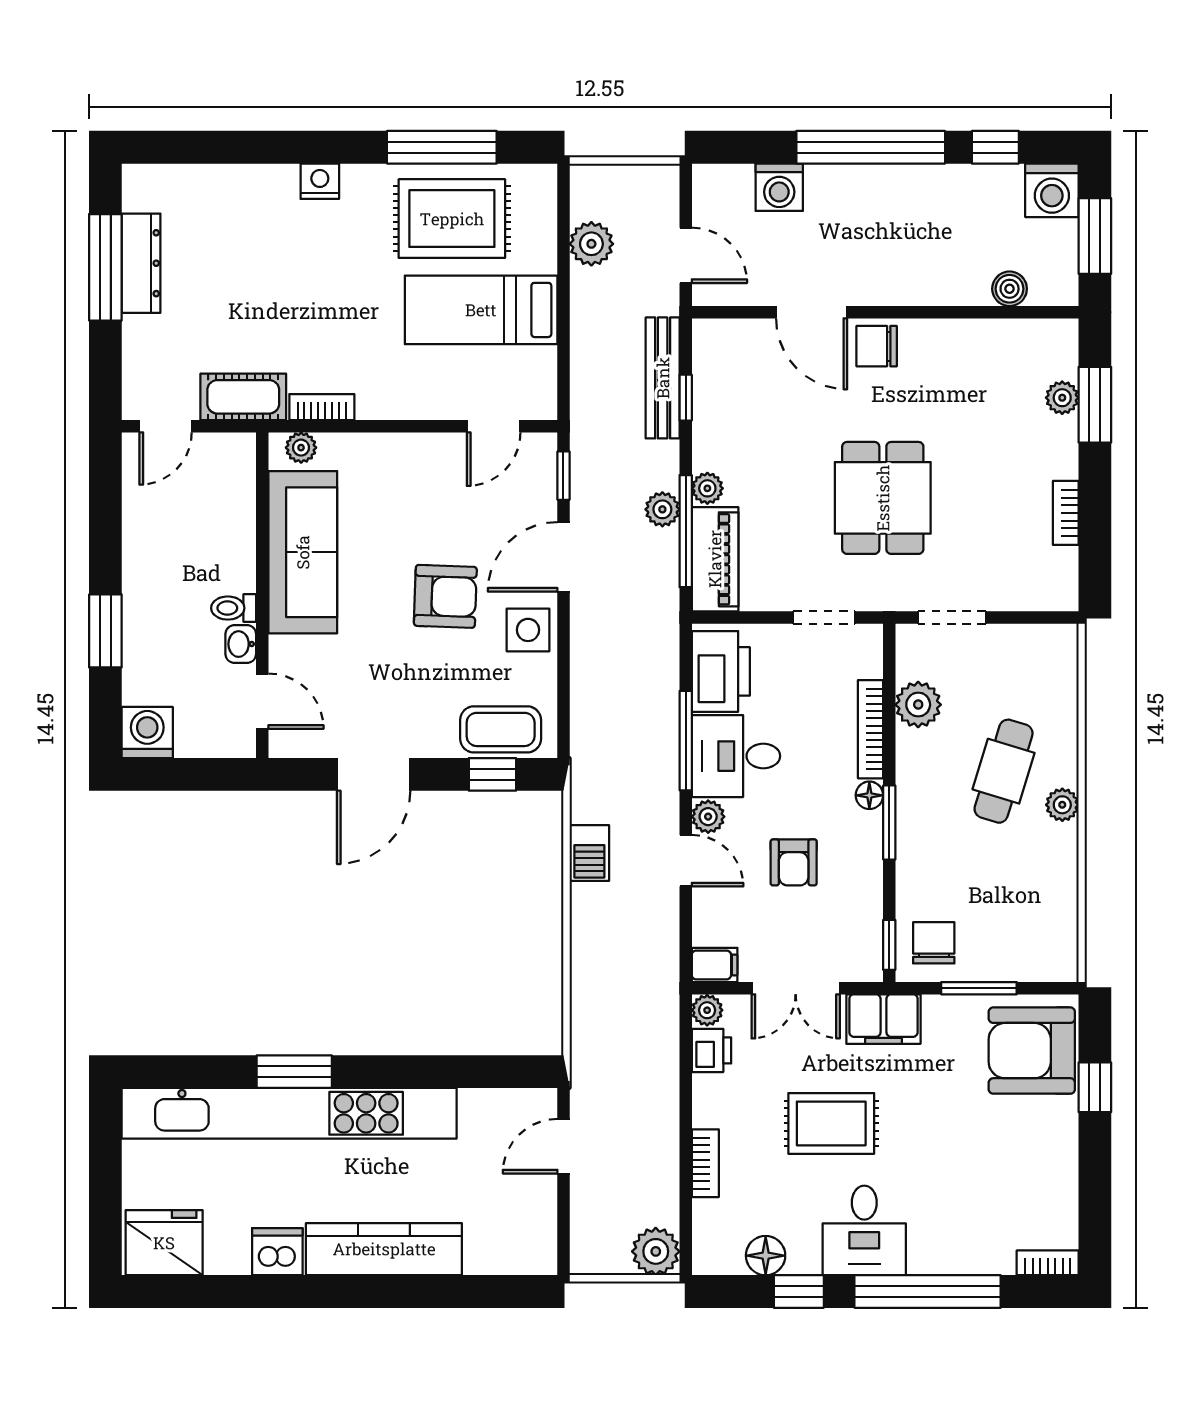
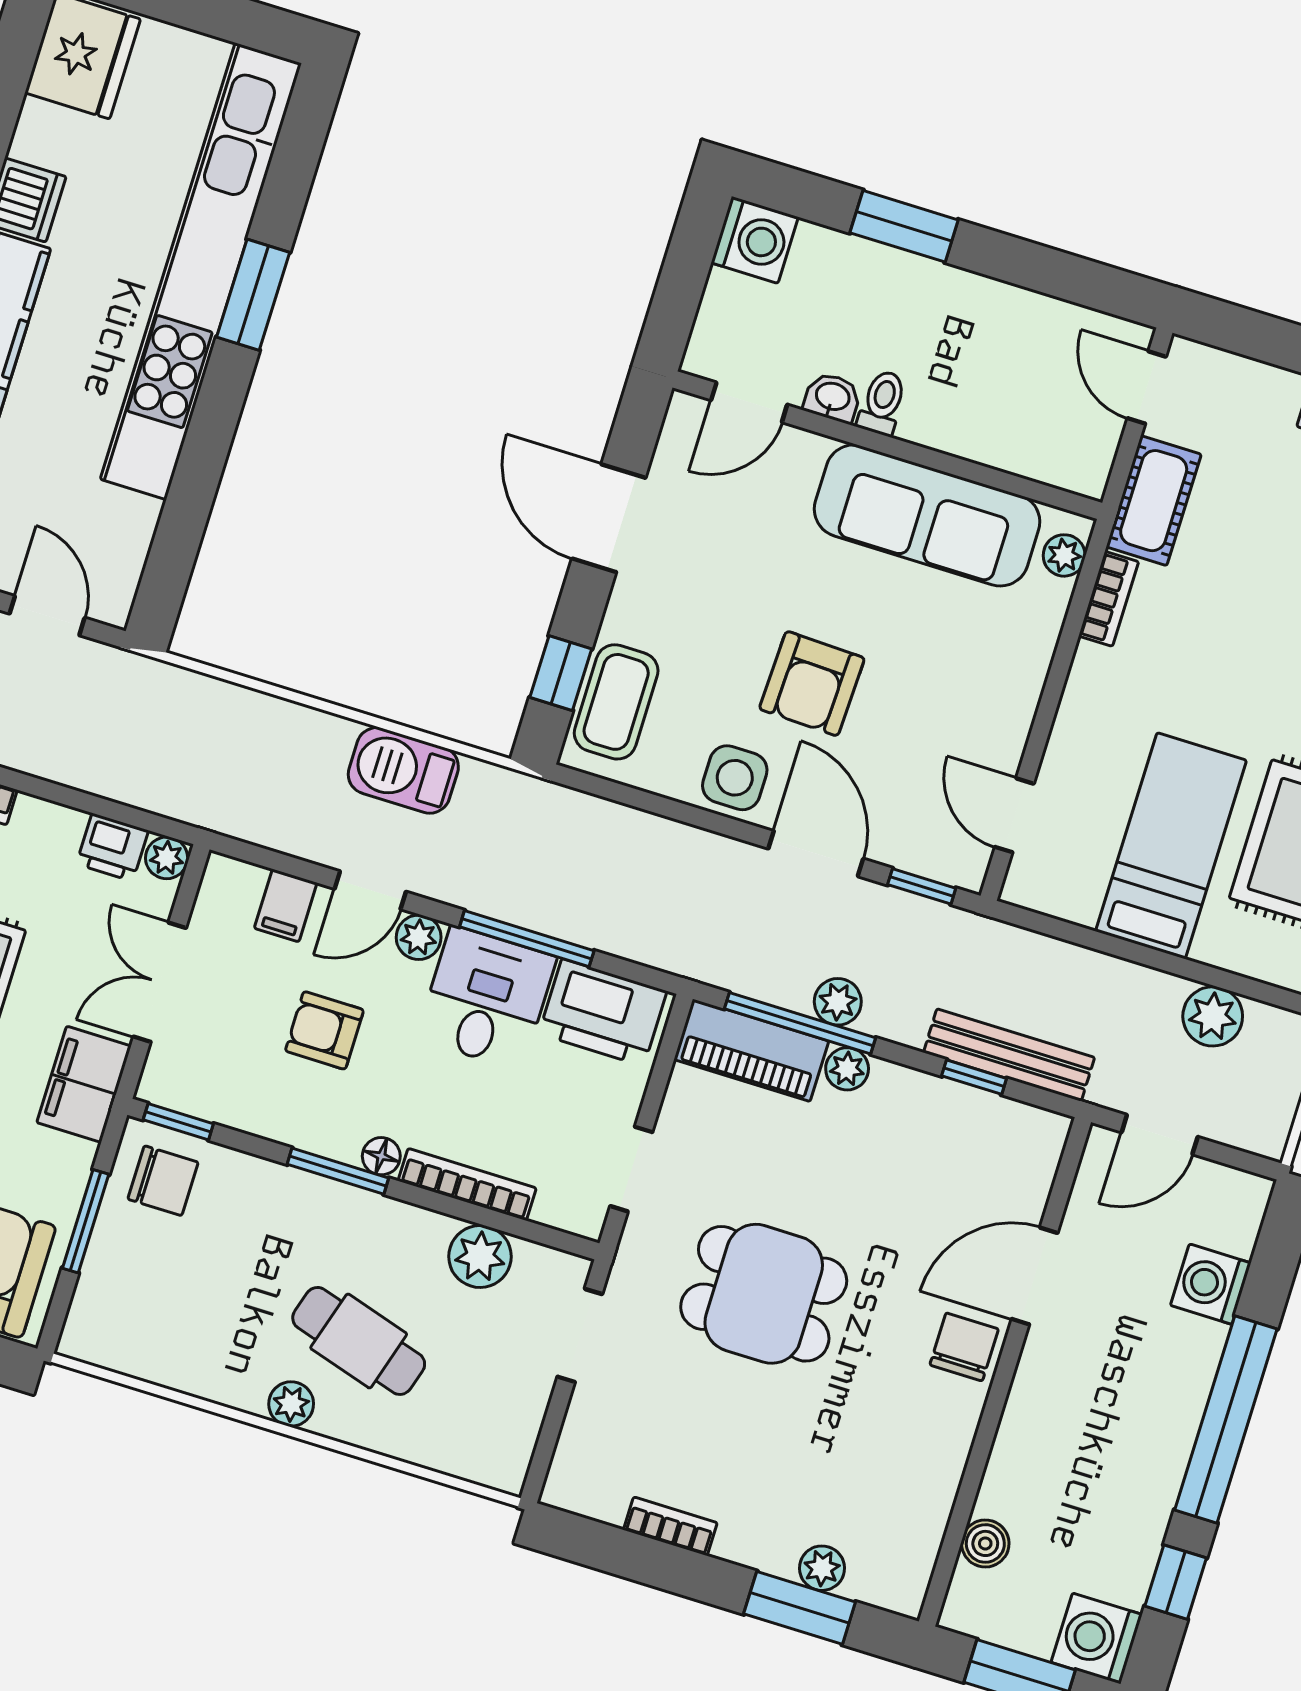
barbecue: (589, 853) -> (403, 770), width x1.38, depth x1.27
filing cabinet: (715, 965) -> (286, 905), moved

